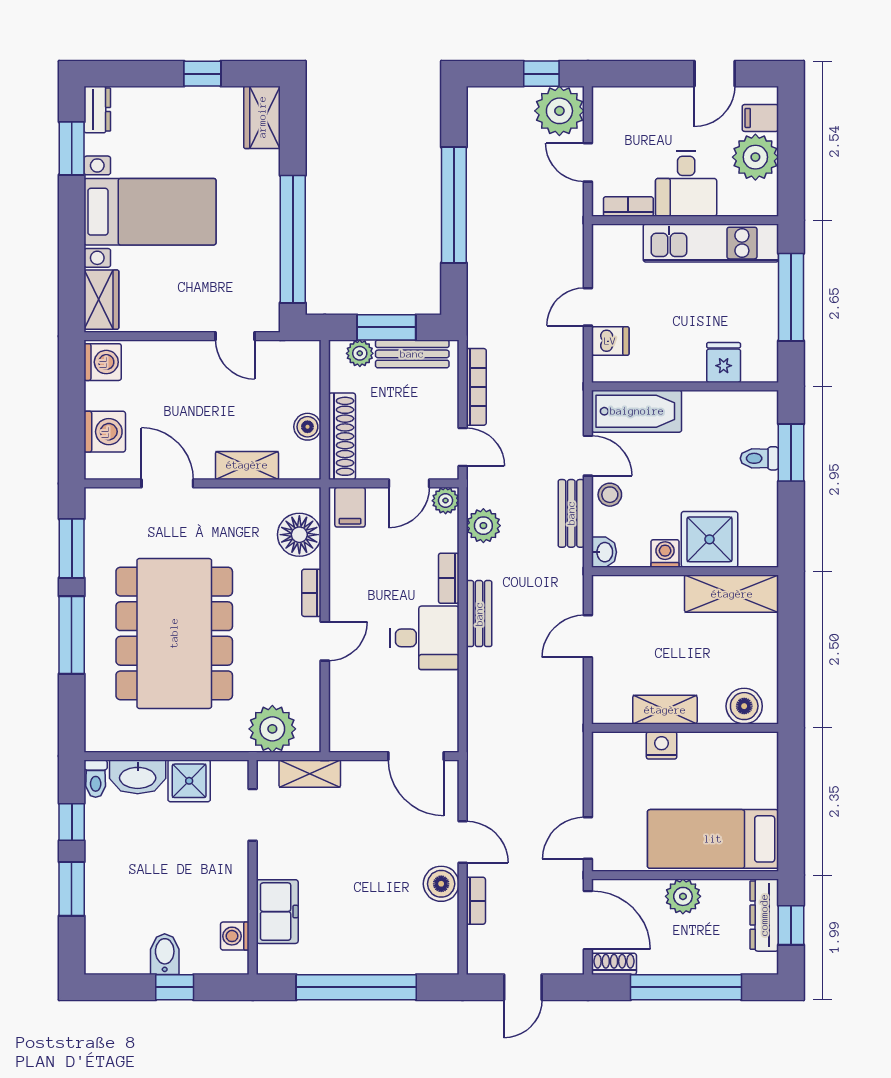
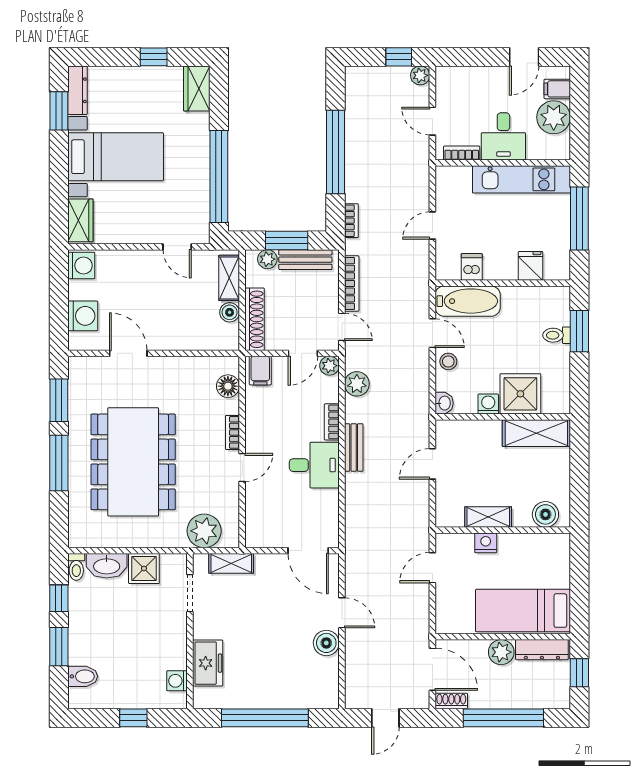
dresser: (97, 110) -> (77, 90), width x1.44
plant: (559, 111) -> (420, 75), width x0.53, depth x0.53
dishwasher: (610, 341) -> (472, 267), moved, turned -90
shelving: (247, 465) -> (229, 278), moved, turned 90
bench: (571, 513) -> (420, 375), removed
floor lamp: (299, 535) -> (228, 386), width x0.73, depth x0.73
door: (588, 838) -> (432, 568), moved
bookcase: (476, 901) -> (351, 221), moved
dresser: (764, 915) -> (542, 650), moved, turned -90
bidet: (165, 954) -> (83, 676), moved, turned 90

